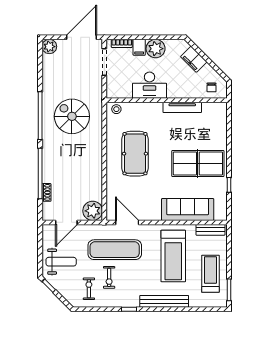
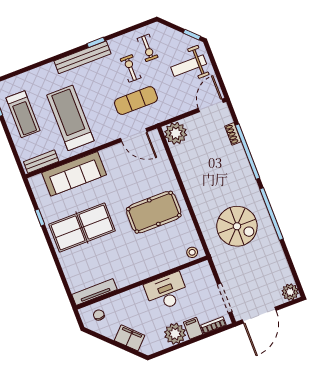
tv unit: (182, 107) -> (94, 292), moved
pool table: (135, 154) -> (154, 212), turned 90
door: (66, 222) -> (211, 105), moved
exercise mat: (115, 250) -> (136, 101), width x0.73, depth x0.69
bench: (164, 301) -> (82, 57), moved

